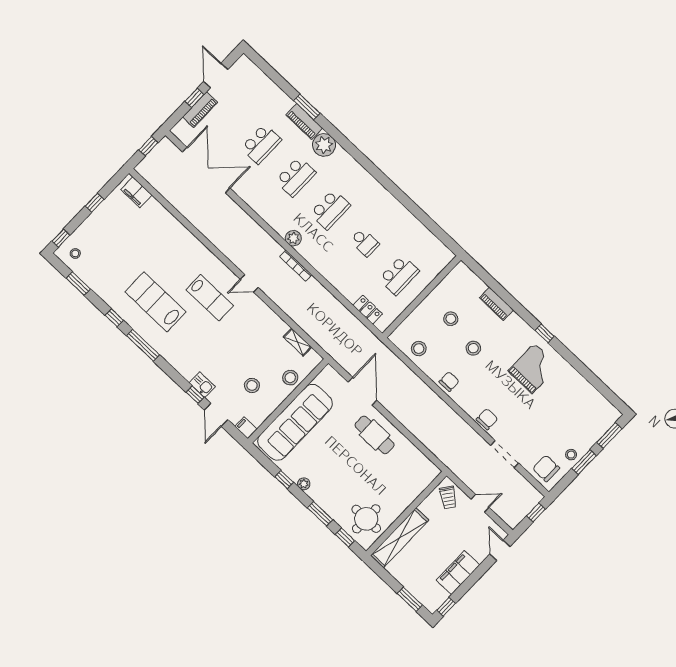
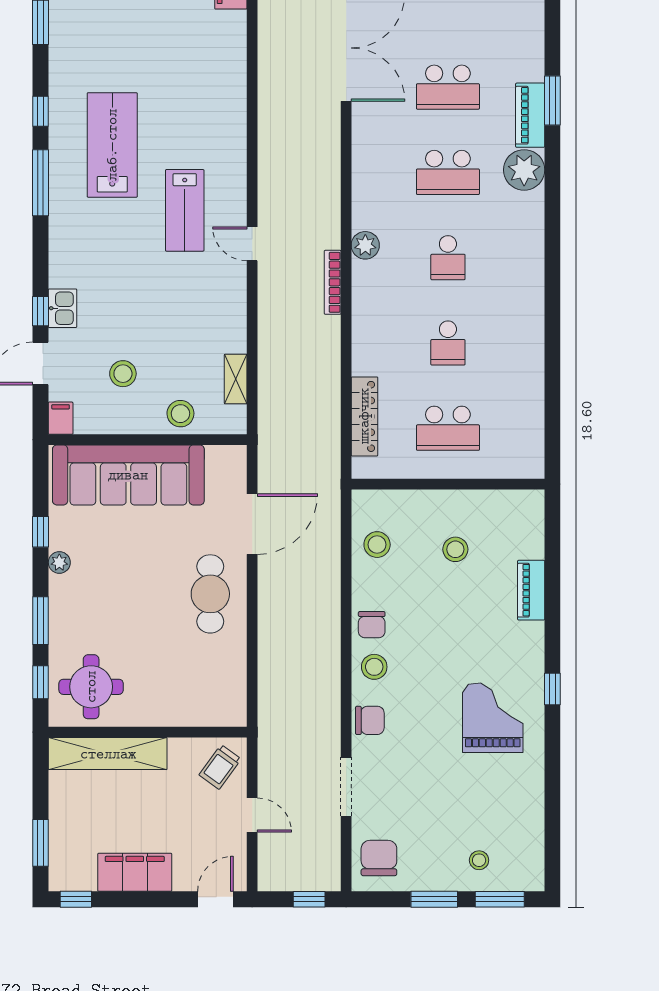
school desk: (330, 210) -> (448, 258), width x0.54
locker: (368, 310) -> (364, 416), width x1.53
stool: (473, 348) -> (374, 667), moved
grand piano: (533, 368) -> (493, 718), turned -90
chair: (449, 382) -> (372, 625), turned 90
stool: (571, 455) -> (479, 860), moved

